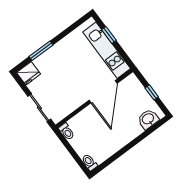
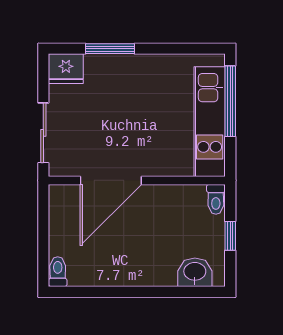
window: (109, 35) -> (230, 101), width x2.17
door: (103, 92) -> (111, 180), moved
toilet: (67, 132) -> (216, 199), moved

